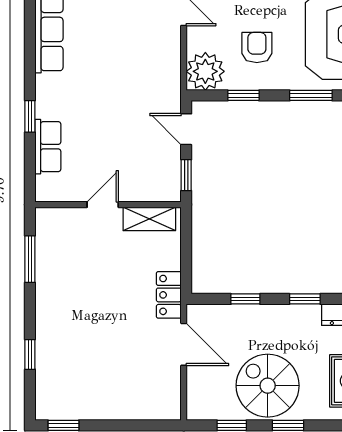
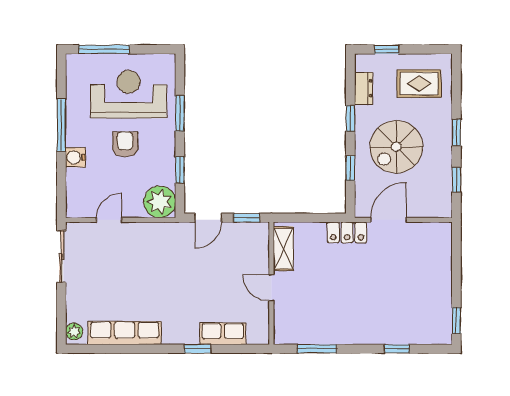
armchair: (257, 47) -> (125, 144), moved, turned 90
spiral stairs: (268, 386) -> (396, 147), moved

